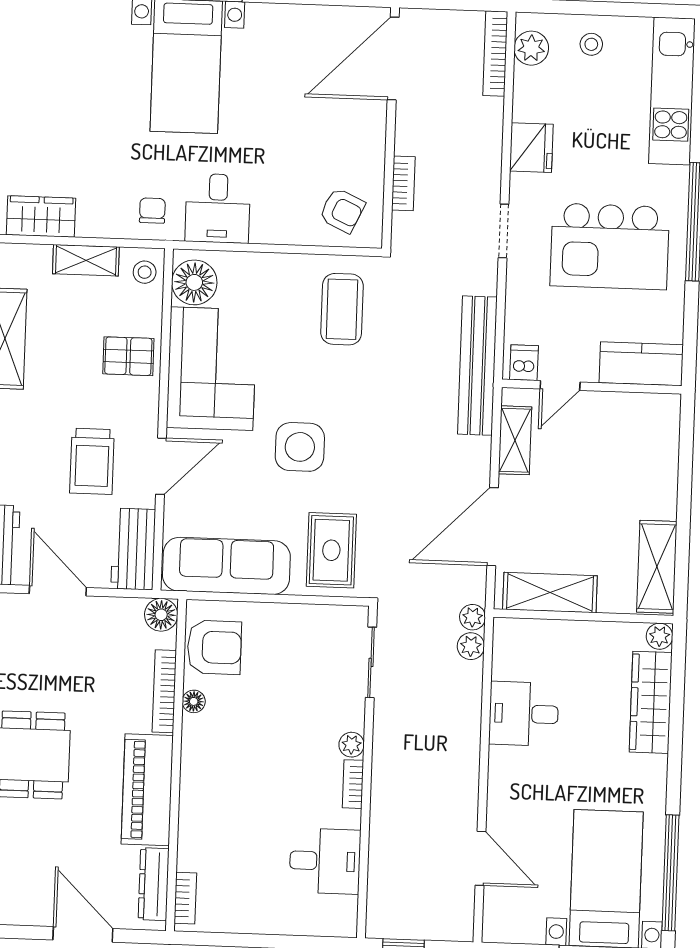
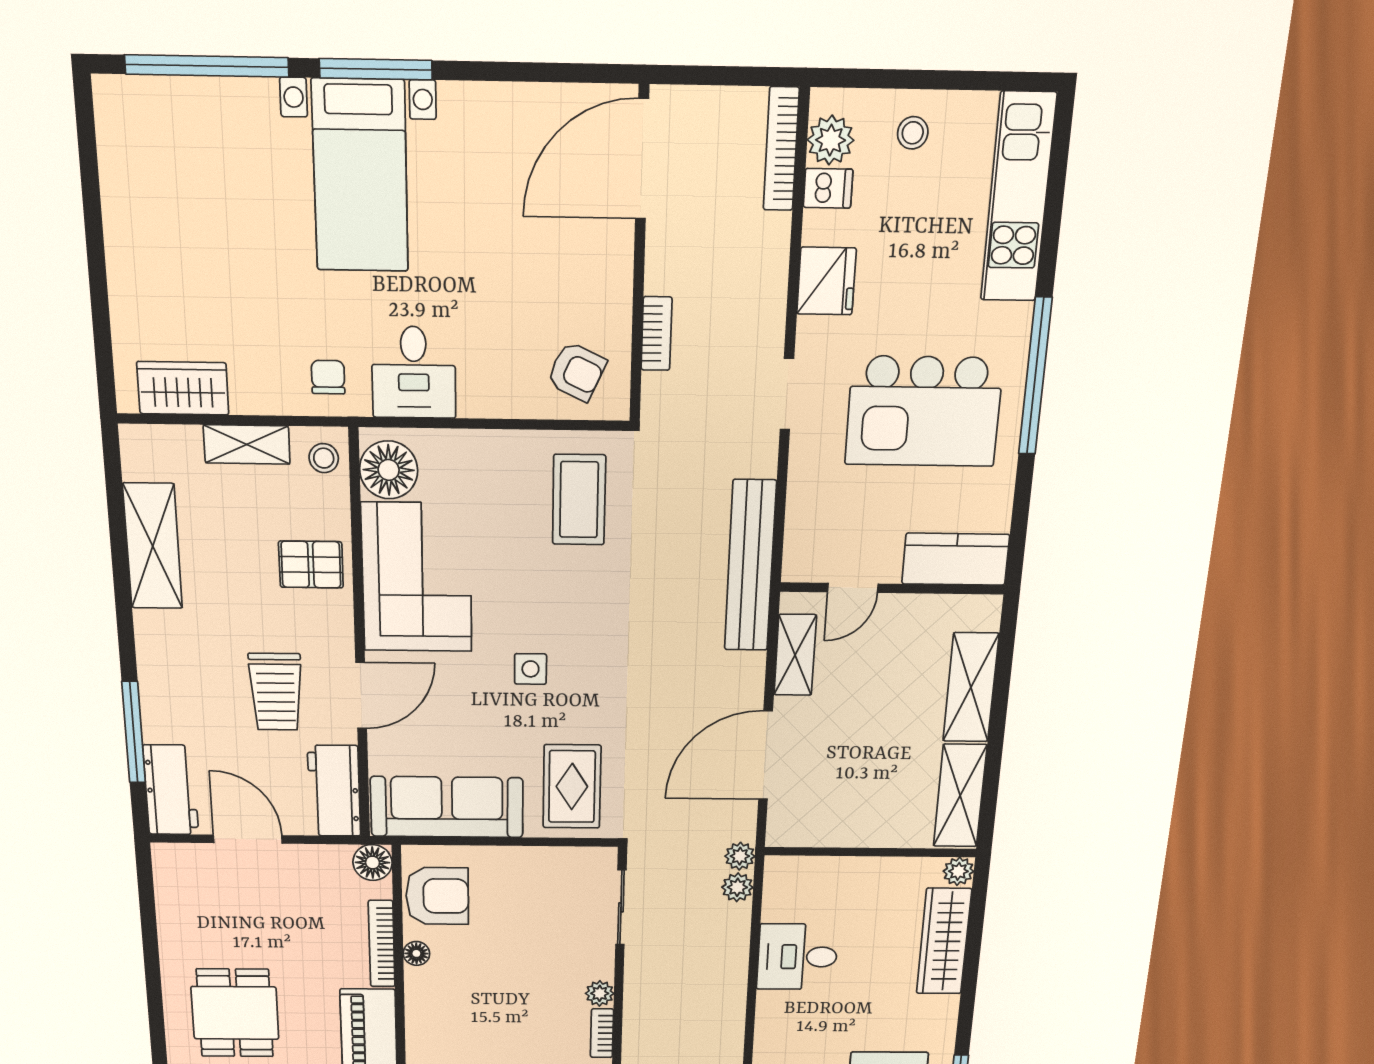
dishwasher: (524, 363) -> (828, 188), moved, turned 90
side table: (300, 447) -> (530, 669), width x0.54, depth x0.54
shelving: (550, 593) -> (971, 688), moved, turned 90

